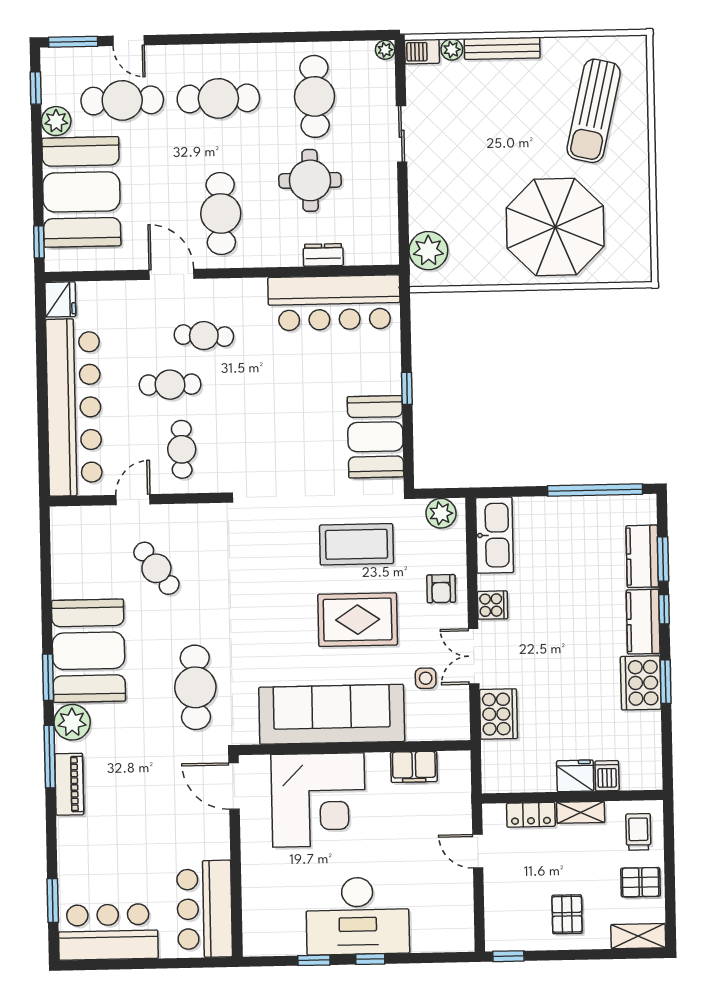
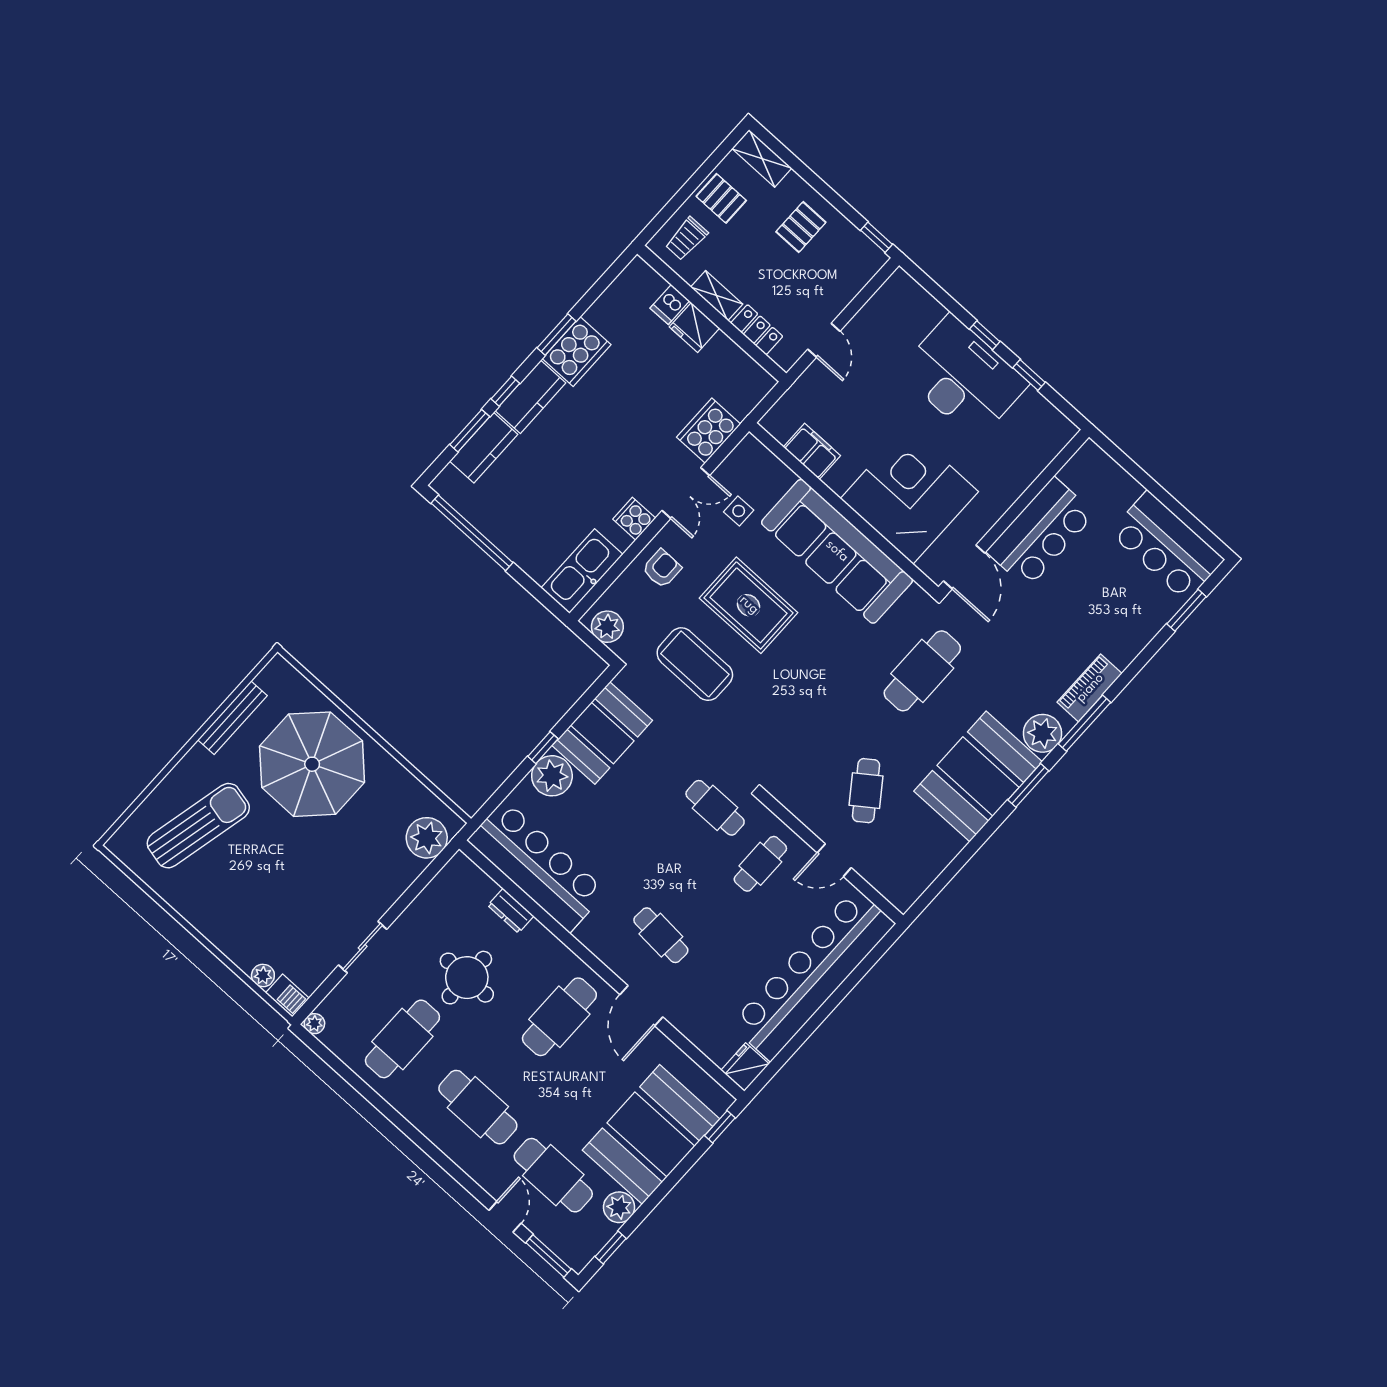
bench: (502, 48) -> (233, 718), moved, turned 90
plant: (382, 375) -> (552, 776), added
cafe table: (170, 385) -> (715, 808), moved
bar counter: (205, 909) -> (1041, 533), moved

